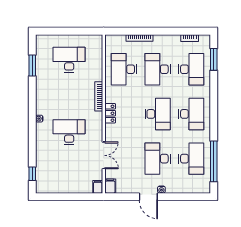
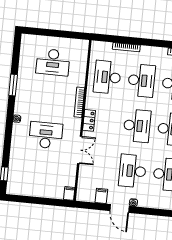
desk: (69, 60) -> (53, 62), turned 180
window: (32, 66) -> (13, 85), moved
desk: (158, 69) -> (141, 81), turned 180
double door: (104, 155) -> (80, 150), moved
filing cabinet: (110, 186) -> (101, 196), moved

